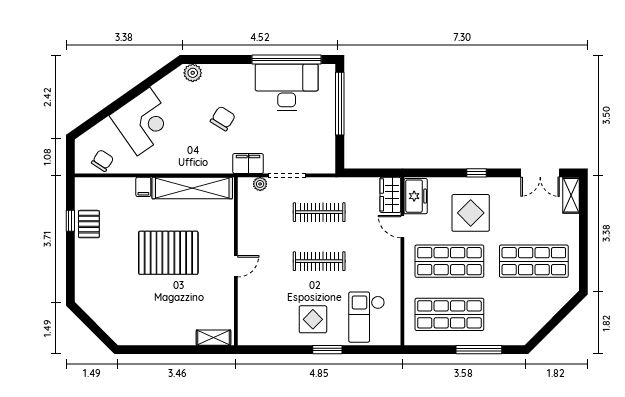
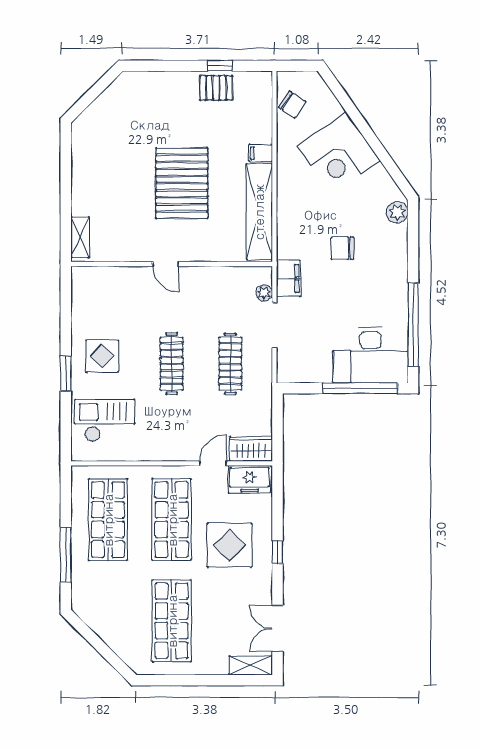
desk: (287, 87) -> (370, 355), moved, turned 90
chair: (223, 119) -> (342, 248), turned 148

